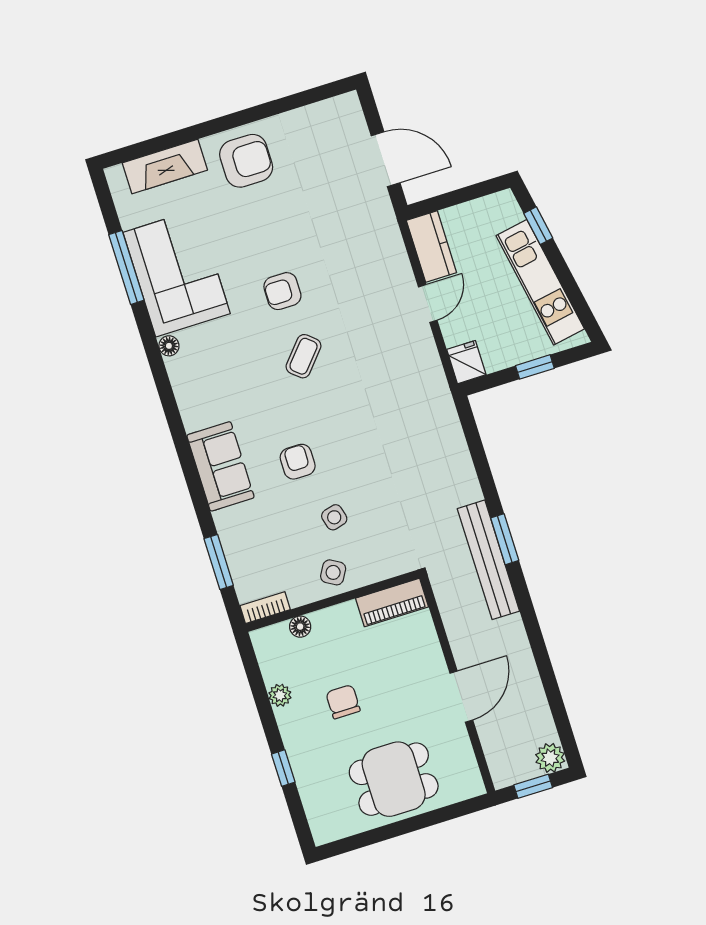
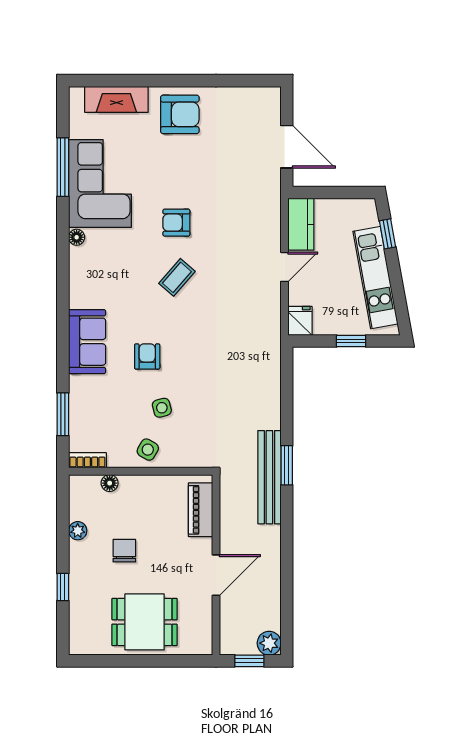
piano: (392, 602) -> (200, 510), moved, turned 90

